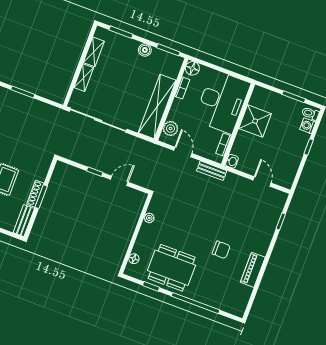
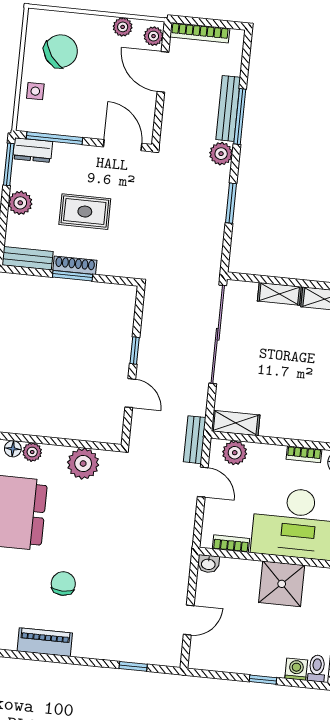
shelving: (157, 107) -> (236, 423), width x0.45, depth x0.75
door: (183, 152) -> (203, 482), hinge flipped
bench: (212, 171) -> (195, 440), moved
plant: (149, 218) -> (83, 464), width x1.88, depth x1.88
plant: (139, 248) -> (32, 452), added
chair: (221, 250) -> (63, 584), turned 180

